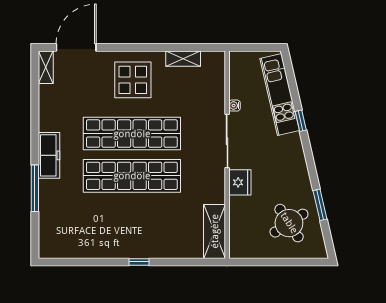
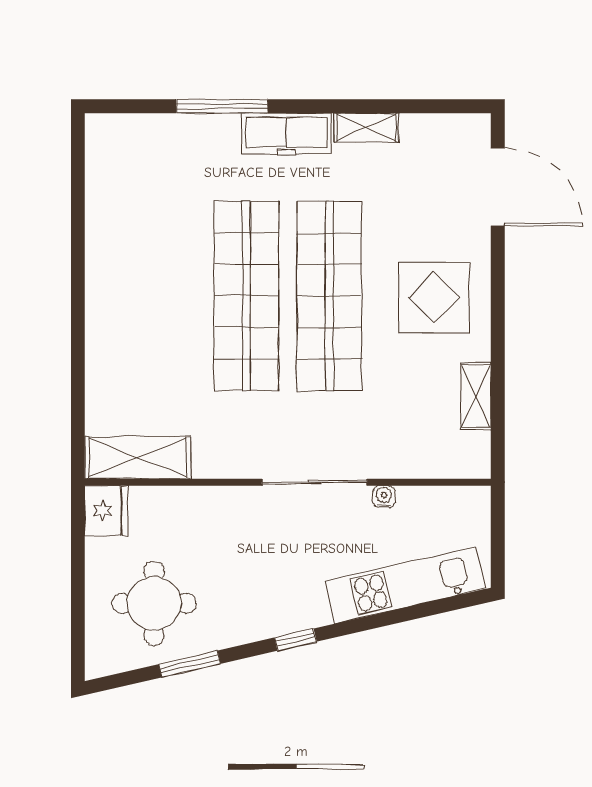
shelving: (46, 67) -> (366, 128), moved
window: (301, 121) -> (296, 640), moved
fridge: (240, 182) -> (106, 511), moved, turned -90
round table: (289, 223) -> (154, 603), turned 33
window: (139, 262) -> (78, 310), removed

